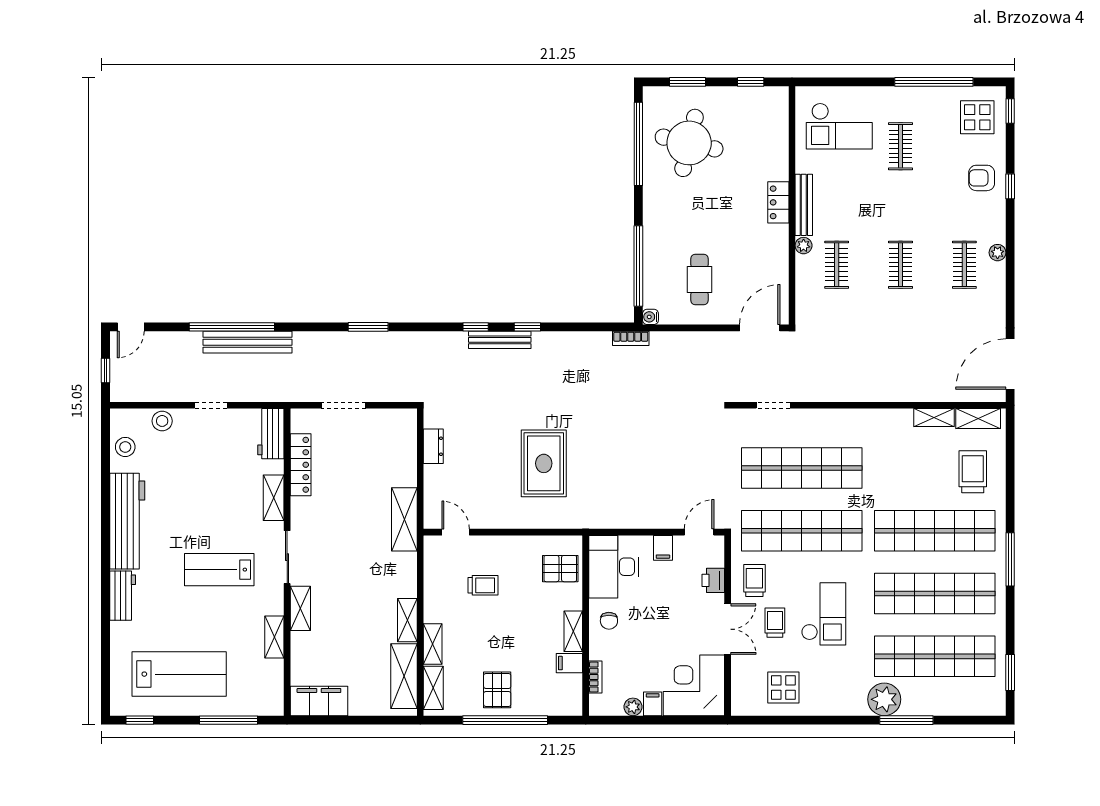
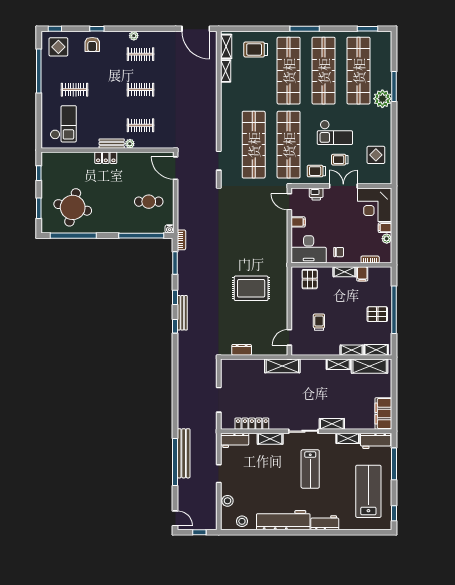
bench: (804, 205) -> (112, 144), width x0.73
window: (368, 327) -> (175, 263), moved
checkout: (824, 614) -> (335, 132), turned 180
workbench: (270, 687) -> (376, 441), added

